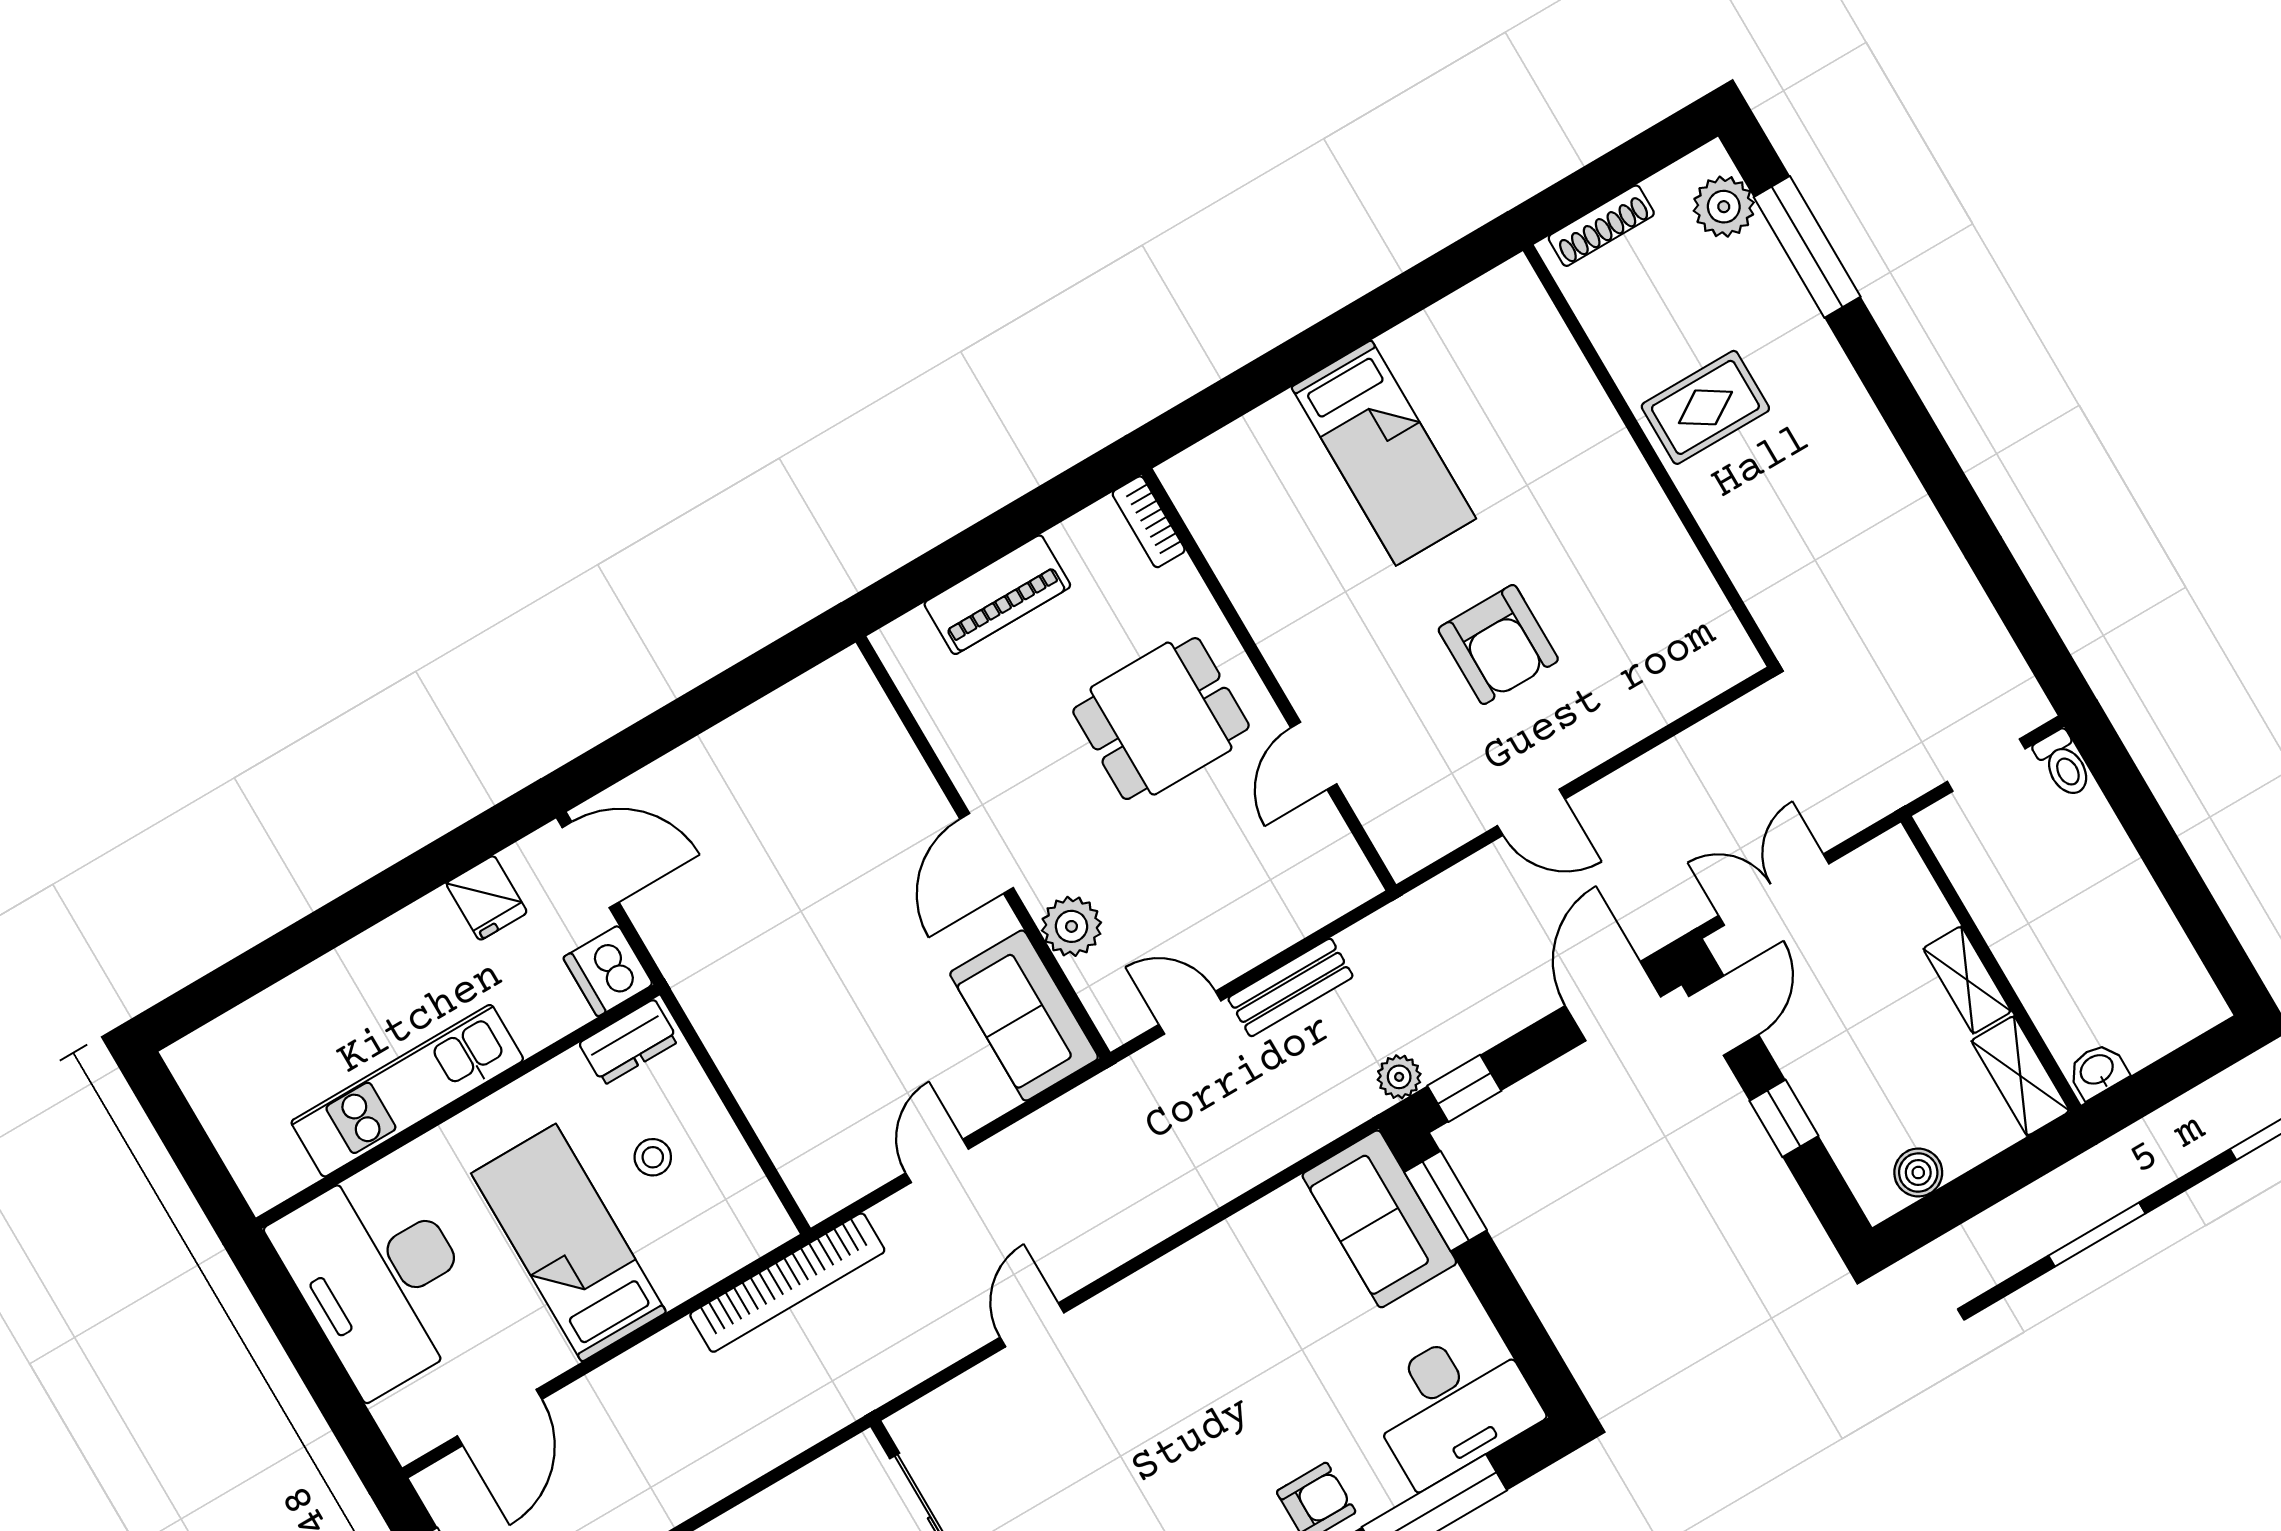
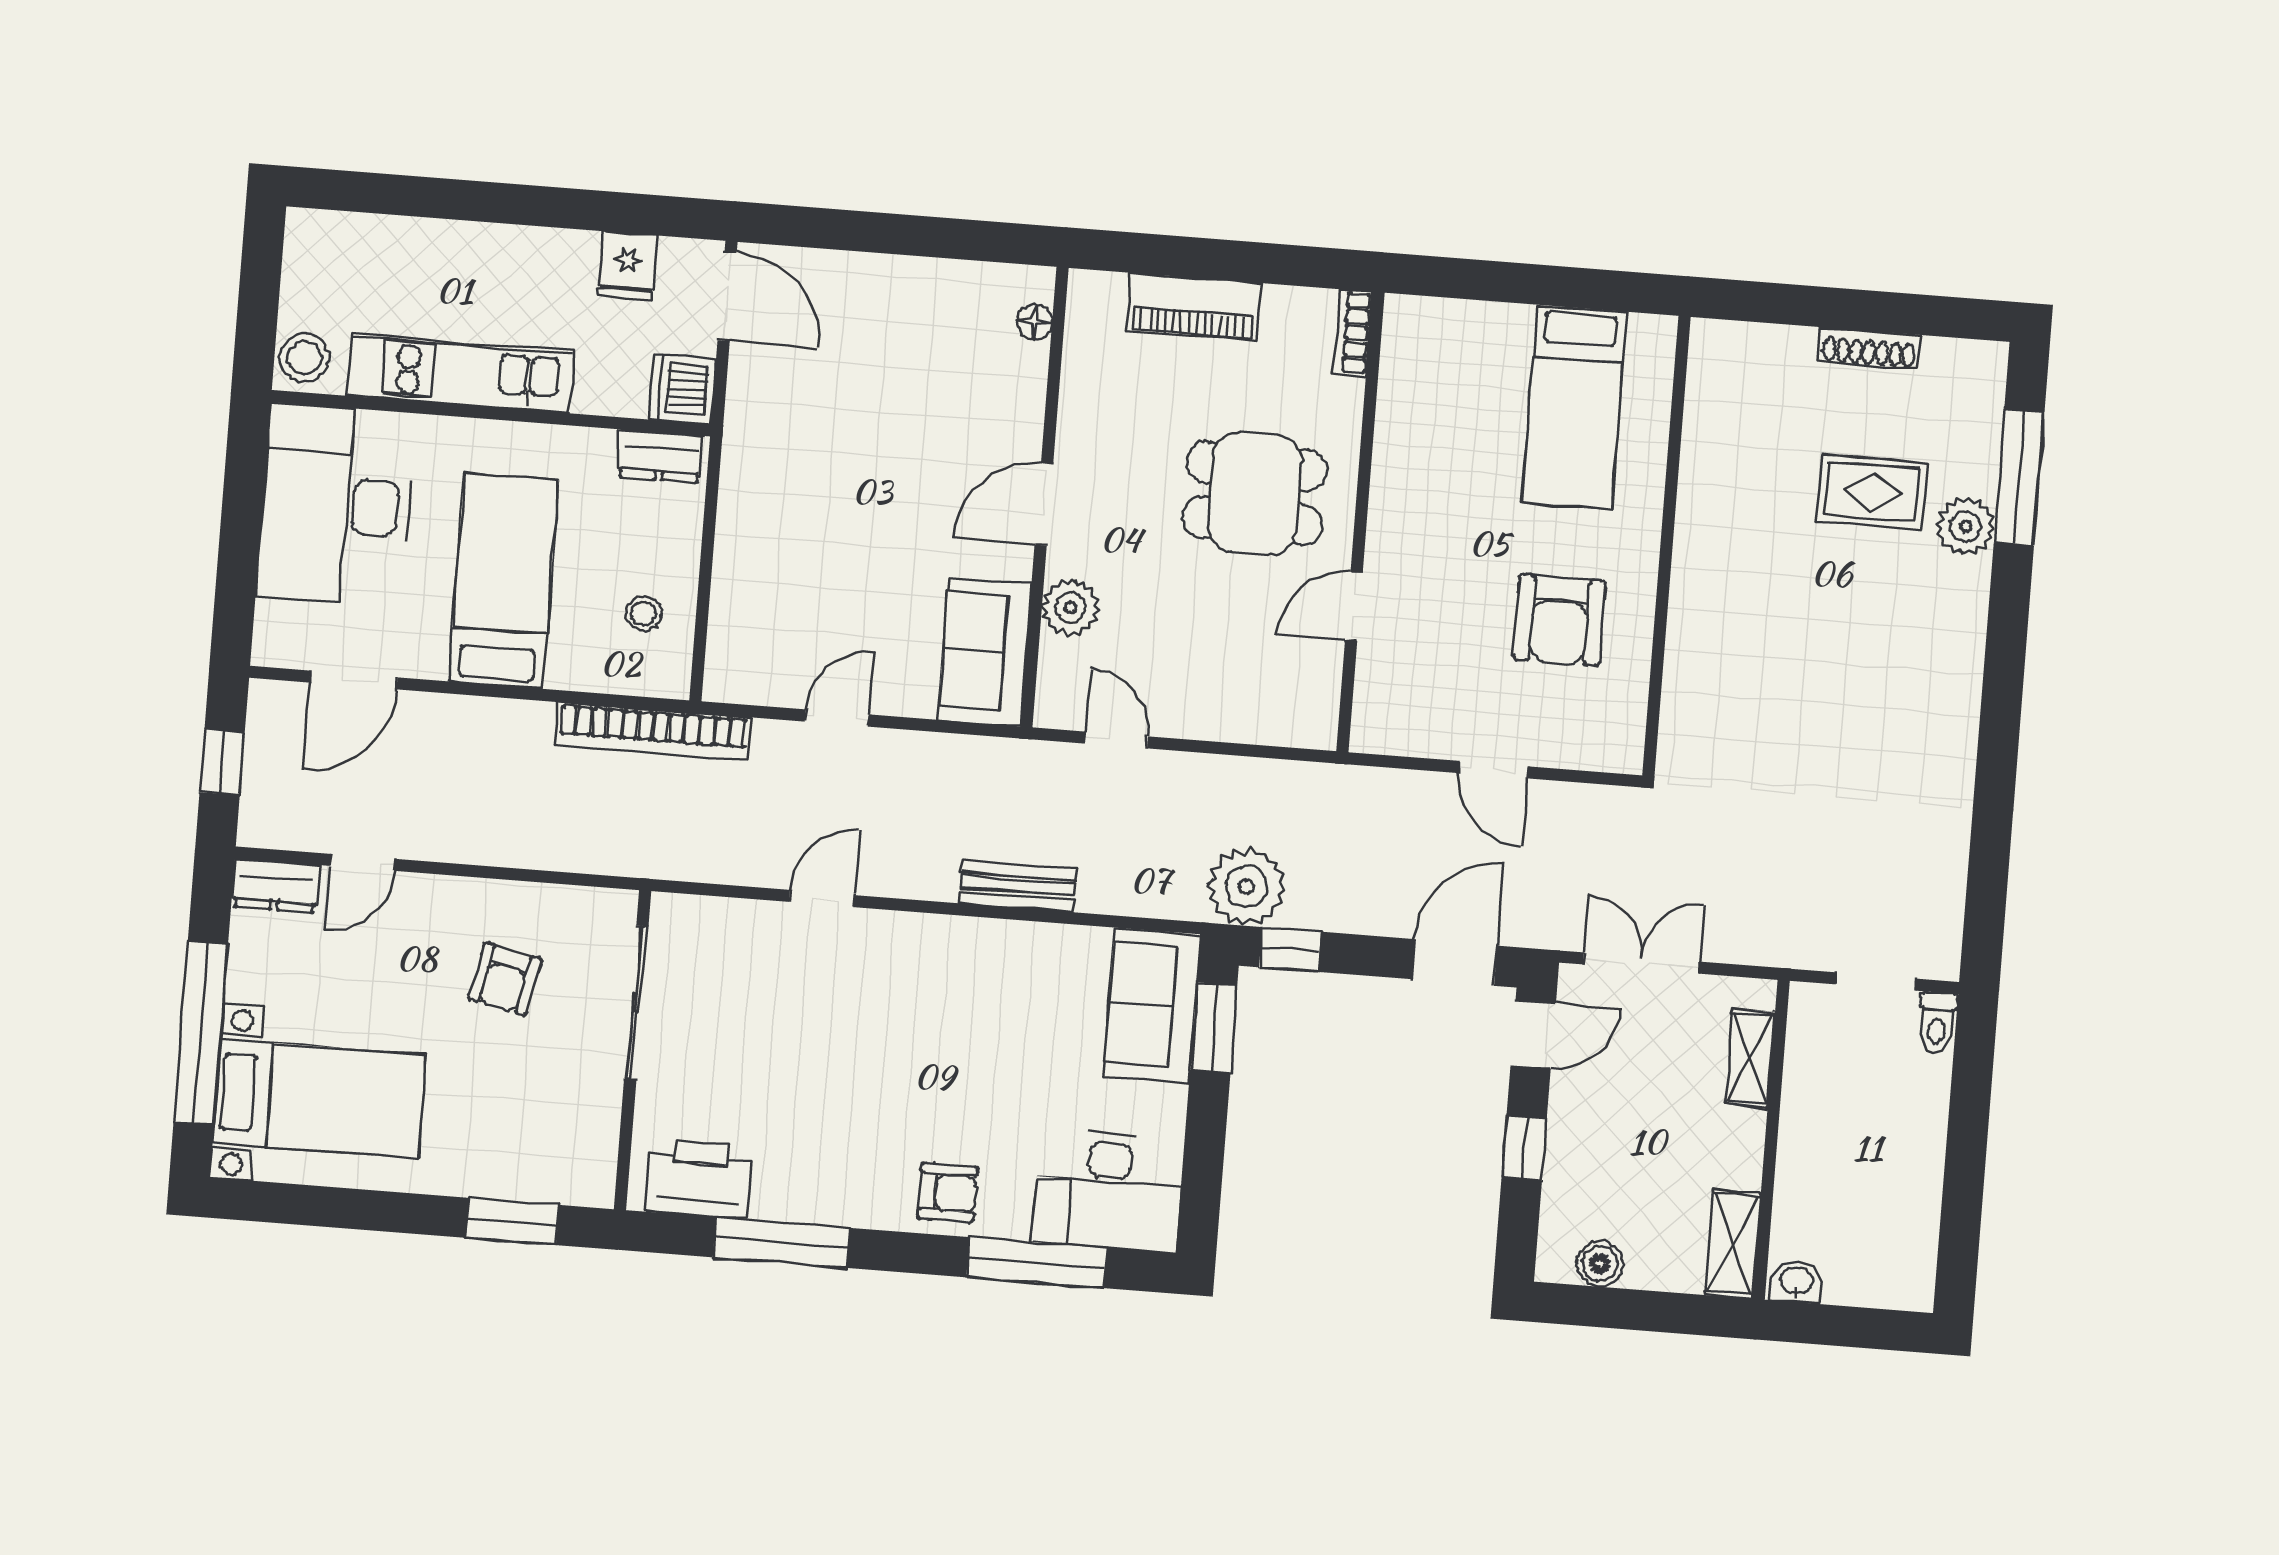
plant: (1724, 207) -> (1966, 526), moved
rug: (1705, 407) -> (1872, 492), moved
wall: (1650, 456) -> (1666, 546), moved
floor lamp: (870, 703) -> (1035, 322), added
shelving: (1967, 980) -> (1750, 1058), moved
bench: (1290, 987) -> (1018, 886), moved
plant: (1399, 1077) -> (1247, 887), width x1.88, depth x1.88
stool: (653, 1157) -> (644, 614), moved
stool: (265, 1171) -> (304, 358), added

